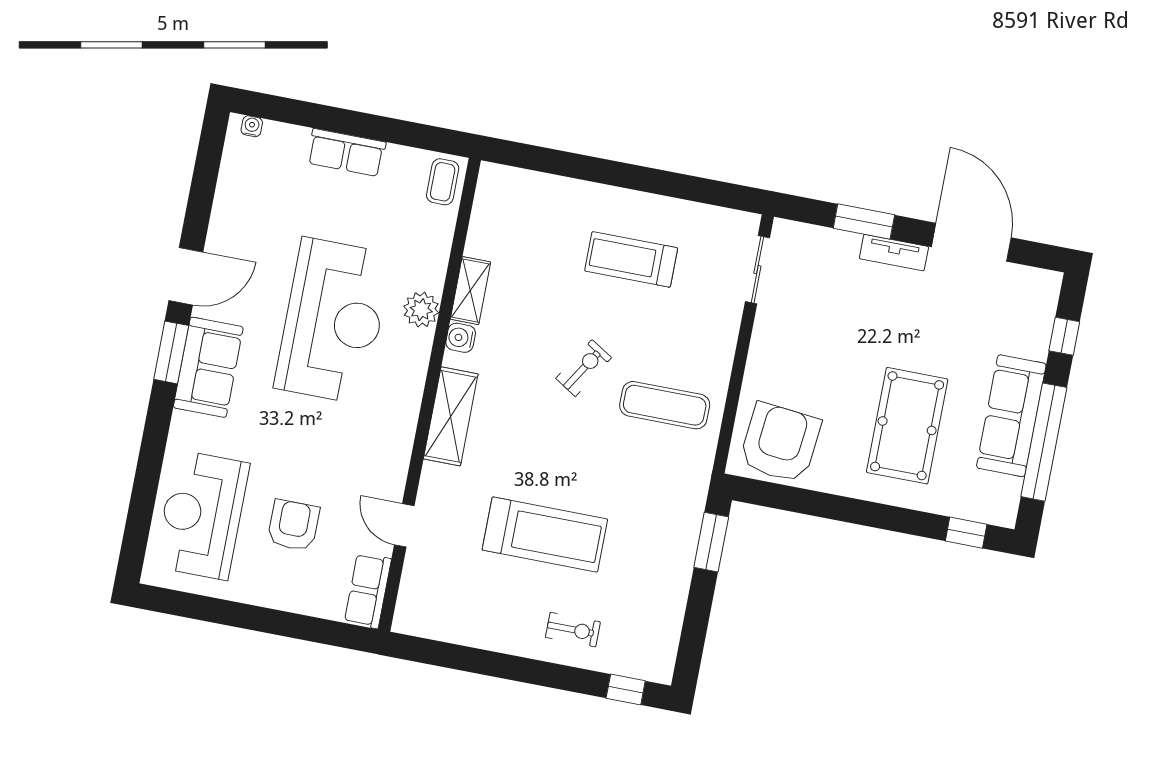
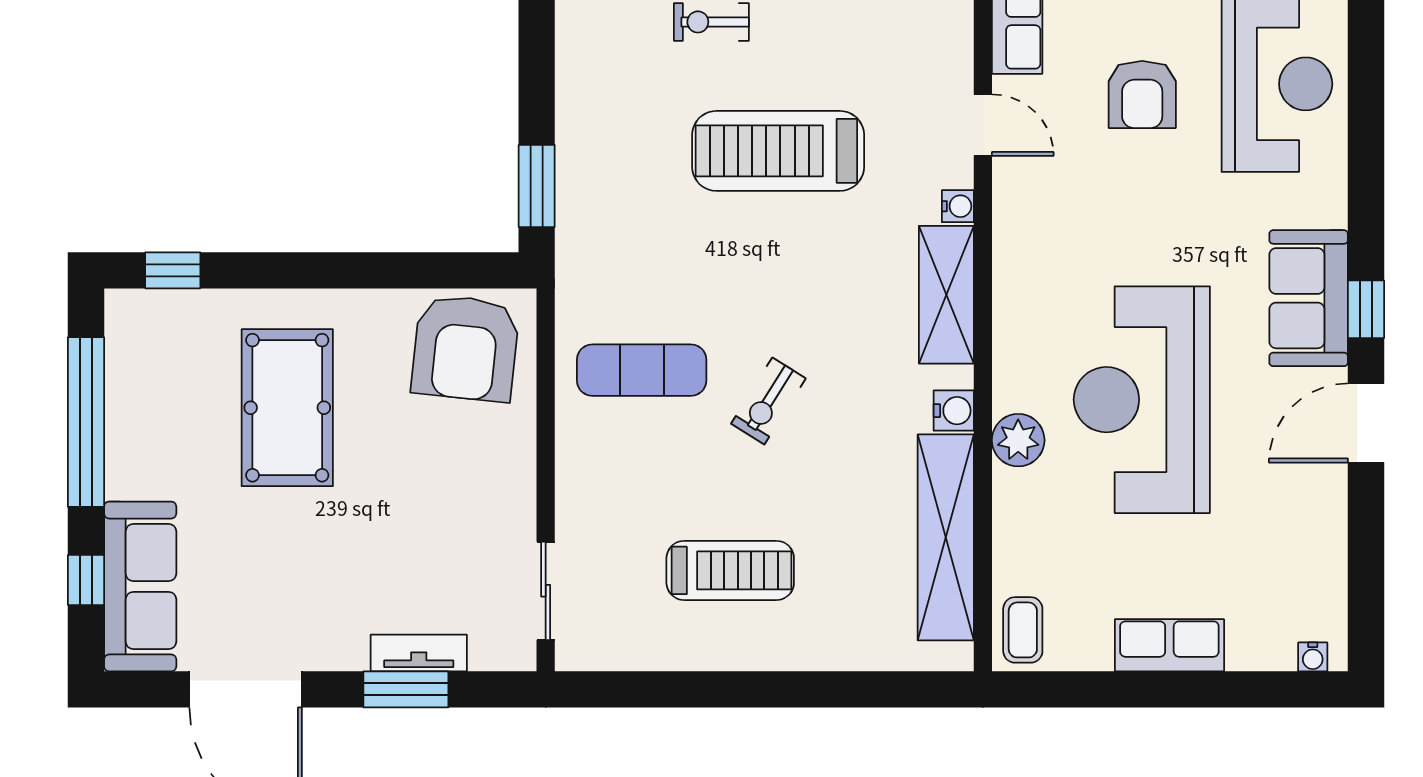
tv unit: (894, 253) -> (419, 653), moved
shelving: (470, 291) -> (946, 537), width x2.20, depth x1.33
window: (171, 352) -> (1366, 309), width x0.67
sofa: (1011, 416) -> (140, 586), moved
water cooler: (431, 474) -> (958, 206), added

